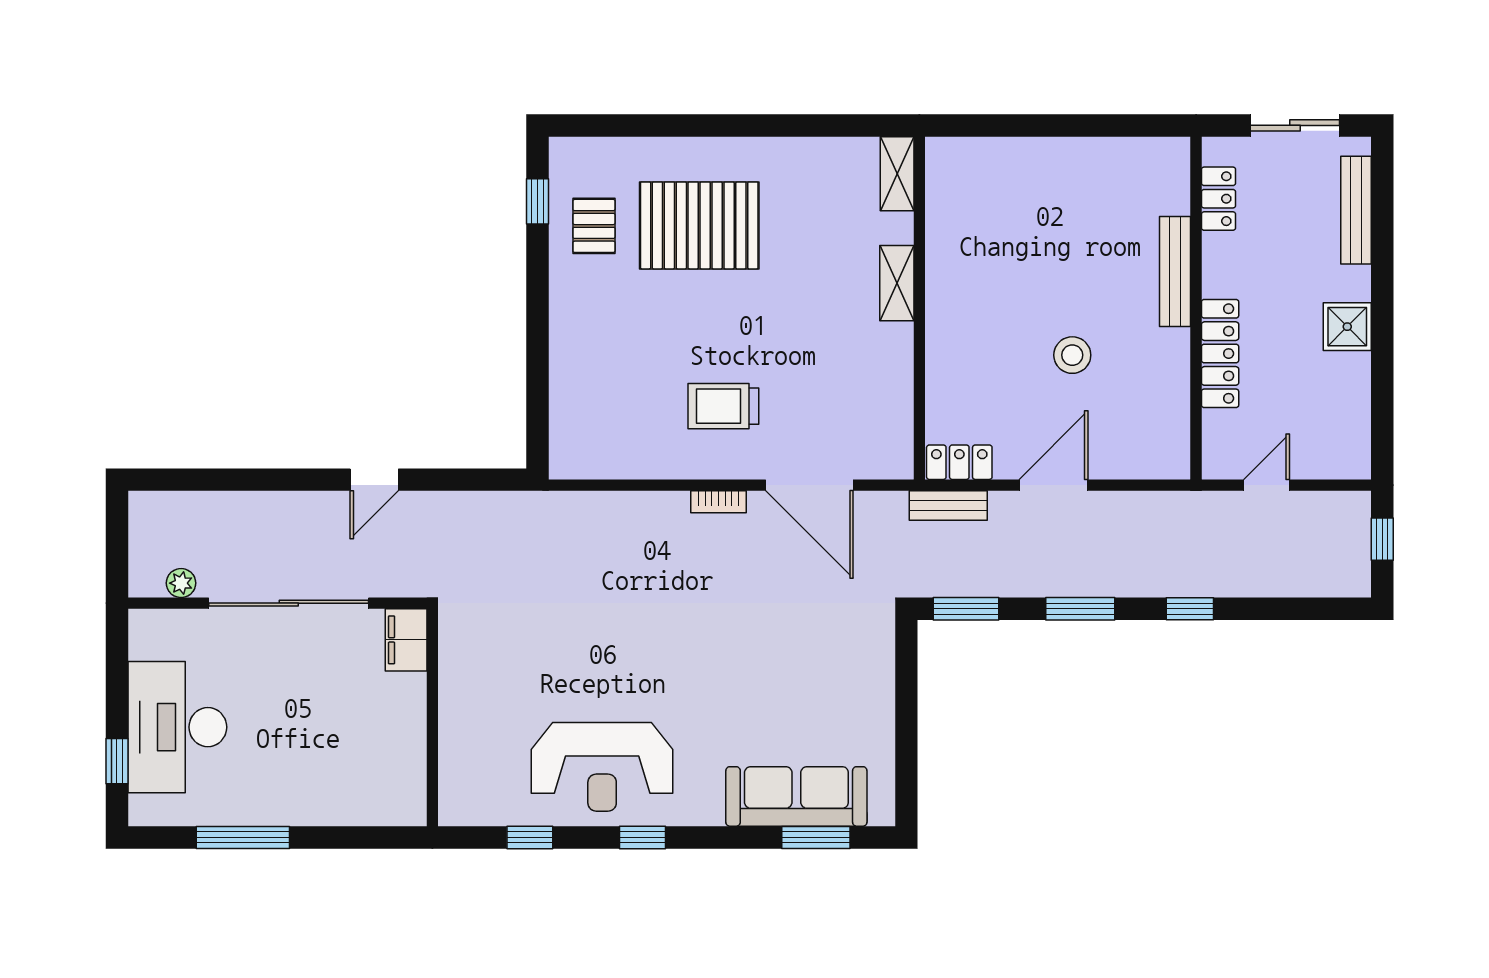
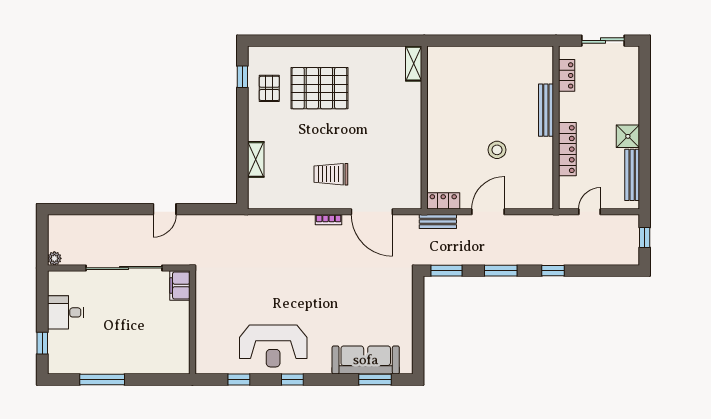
bench: (1356, 210) -> (632, 175), moved
shelving: (897, 283) -> (256, 159), moved
plant: (181, 583) -> (54, 258), moved
desk: (177, 727) -> (66, 312), width x0.53, depth x0.77

